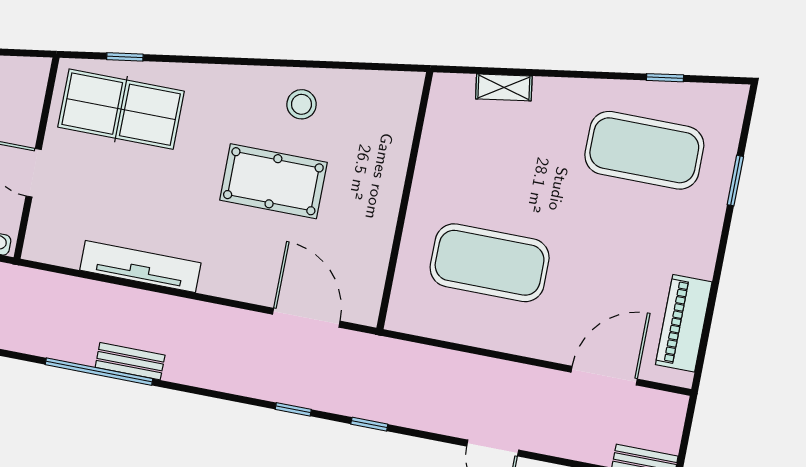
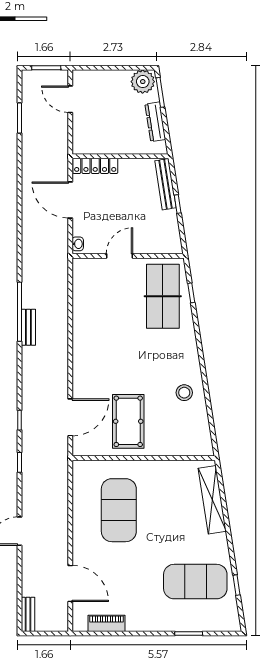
shelving: (504, 87) -> (212, 500), width x2.20, depth x1.33
exercise mat: (644, 150) -> (195, 582), turned 90
pool table: (273, 181) -> (128, 421), moved
tv unit: (140, 267) -> (80, 323), removed
piano: (684, 323) -> (107, 623), width x0.73, depth x0.75

